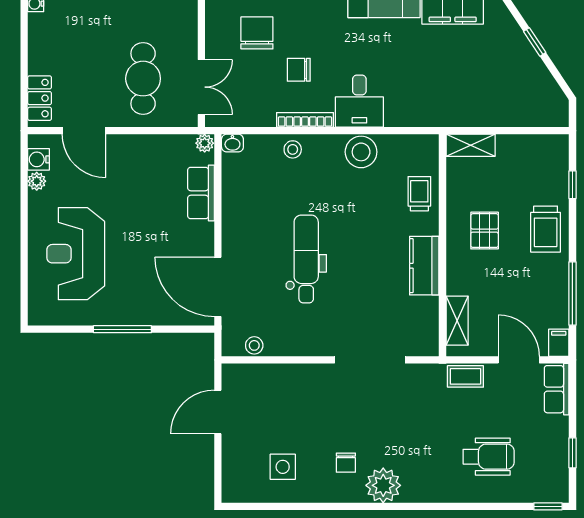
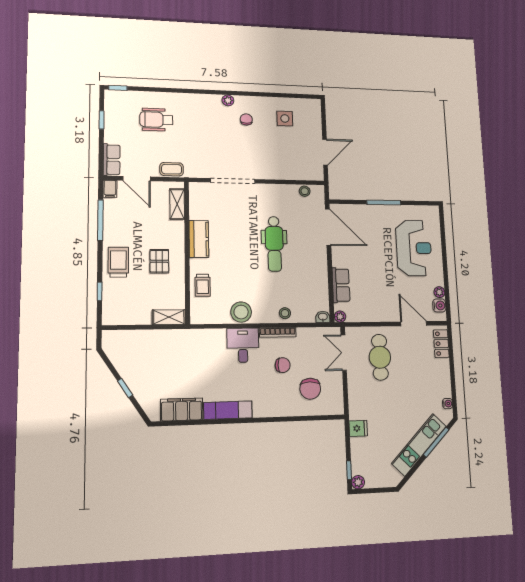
plant: (383, 485) -> (228, 100), width x0.53, depth x0.53

